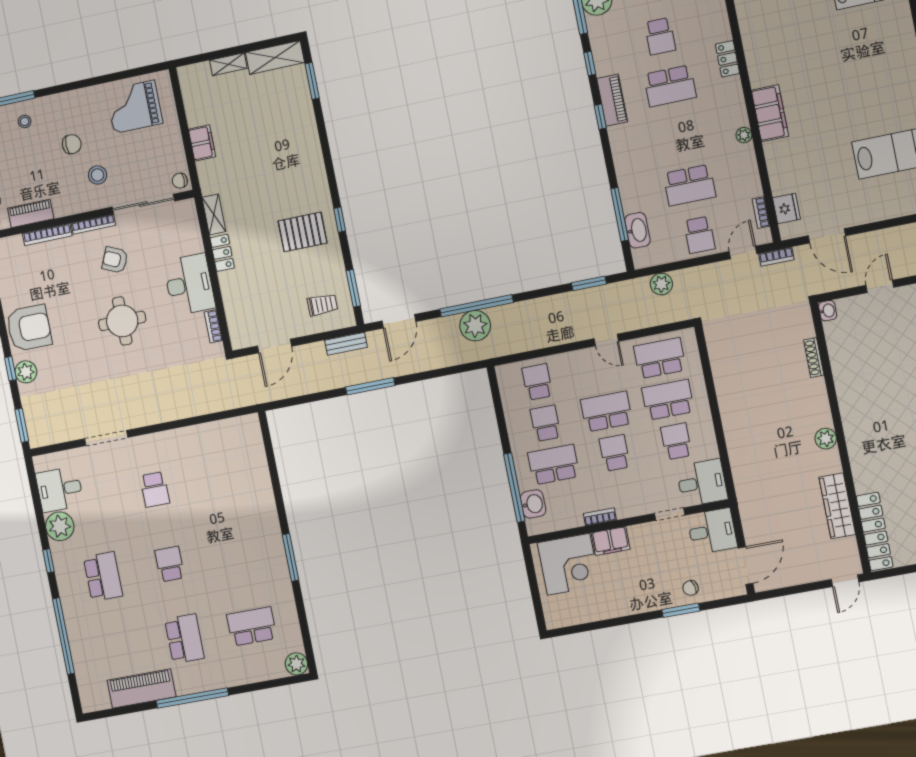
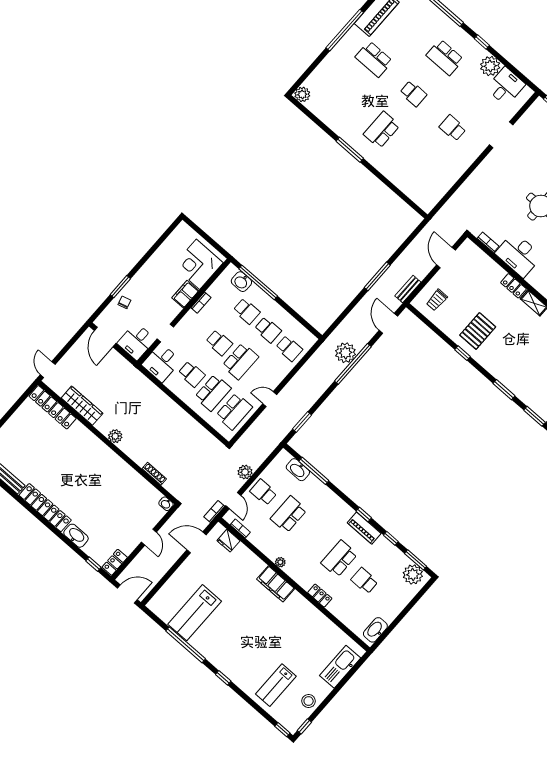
plant: (661, 284) -> (245, 472), moved
window: (353, 288) -> (504, 390), moved
school desk: (554, 465) -> (247, 311), width x0.54
school desk: (252, 626) -> (382, 130), moved, turned 180

